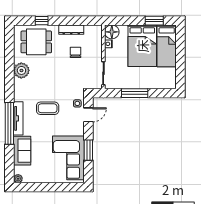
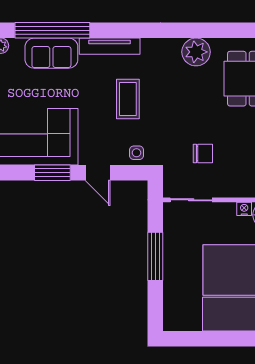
chair: (76, 52) -> (203, 154), moved
door: (88, 115) -> (98, 173), moved
window: (9, 123) -> (52, 30), moved

